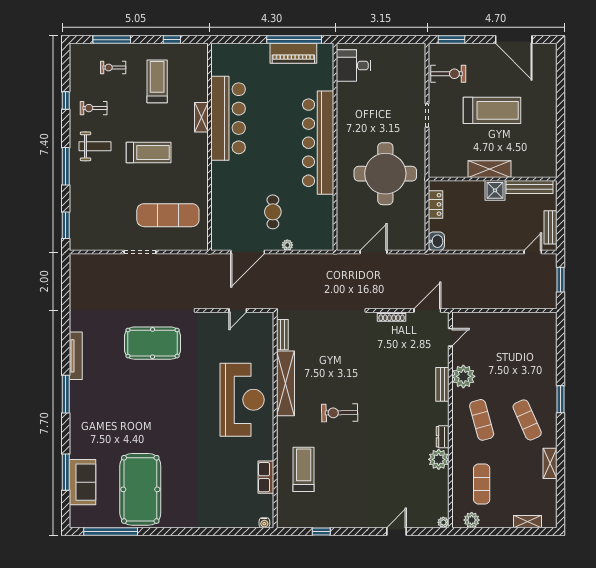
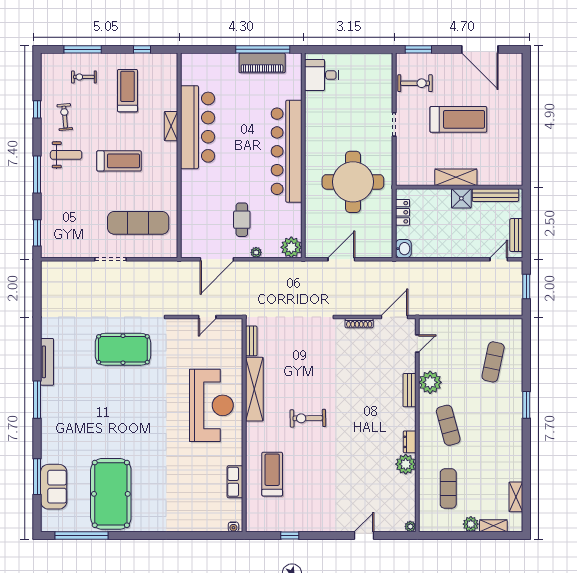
exercise bike: (94, 108) -> (65, 117), turned 85
plant: (323, 240) -> (291, 247), added
exercise mat: (527, 420) -> (493, 362), moved, turned 36
shelving: (550, 463) -> (516, 497), moved
plant: (472, 520) -> (471, 524), moved

